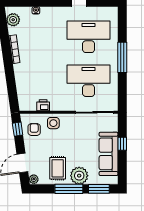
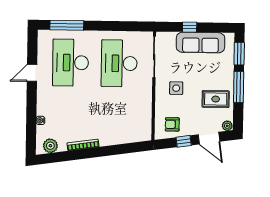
window: (122, 57) -> (67, 25), moved
printer: (43, 105) -> (146, 114), removed
side table: (53, 123) -> (176, 88), moved
window: (18, 129) -> (184, 141), moved
plant: (79, 176) -> (224, 75), removed

